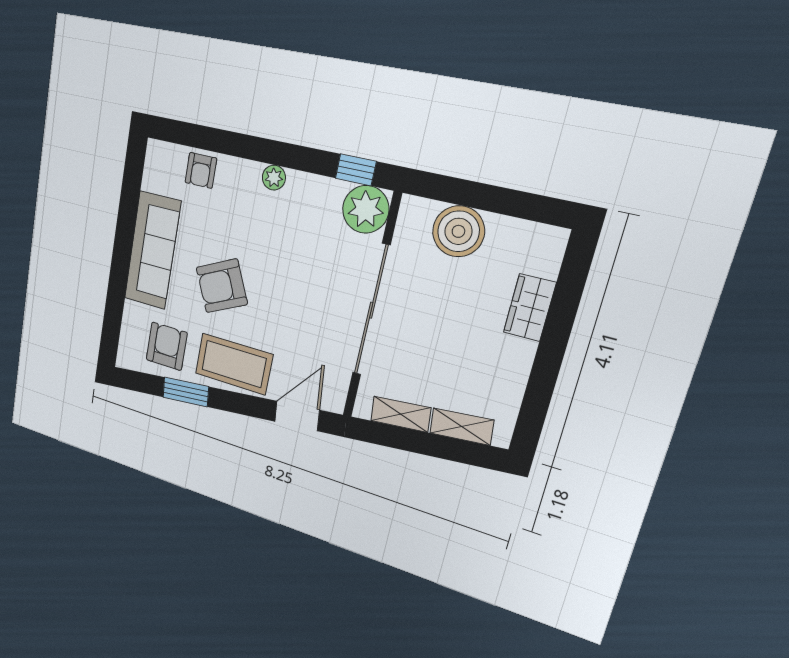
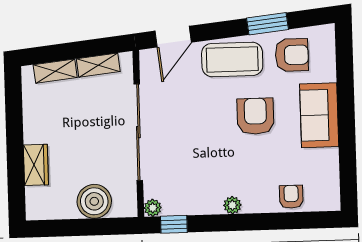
plant: (366, 209) -> (153, 208), width x0.53, depth x0.53
sofa: (152, 250) -> (319, 115), width x0.73
armchair: (222, 286) -> (255, 116), turned -65
armchair: (167, 346) -> (292, 55), turned -90

